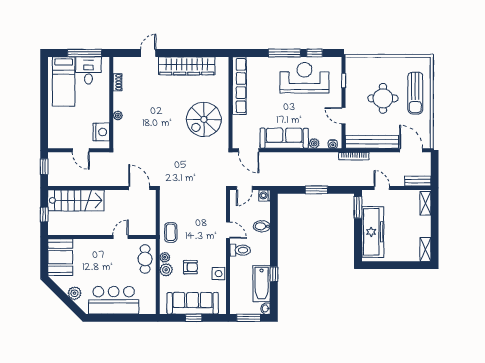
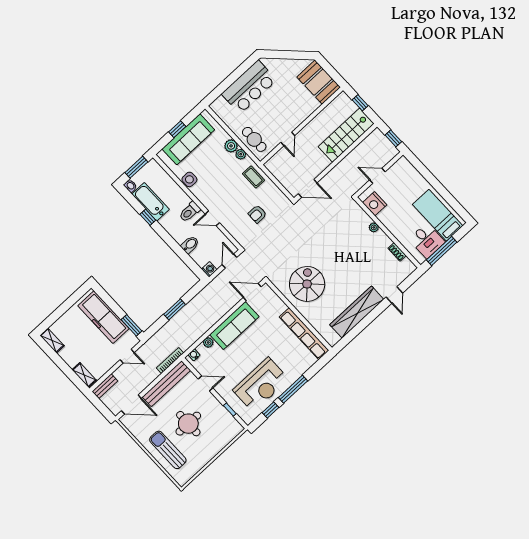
armchair: (190, 267) -> (257, 214), moved
plant: (75, 293) -> (283, 65), removed

